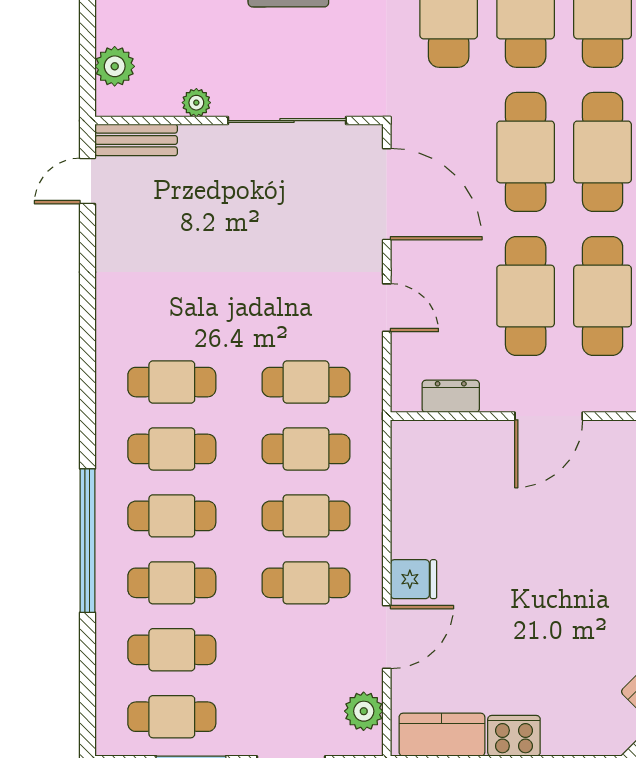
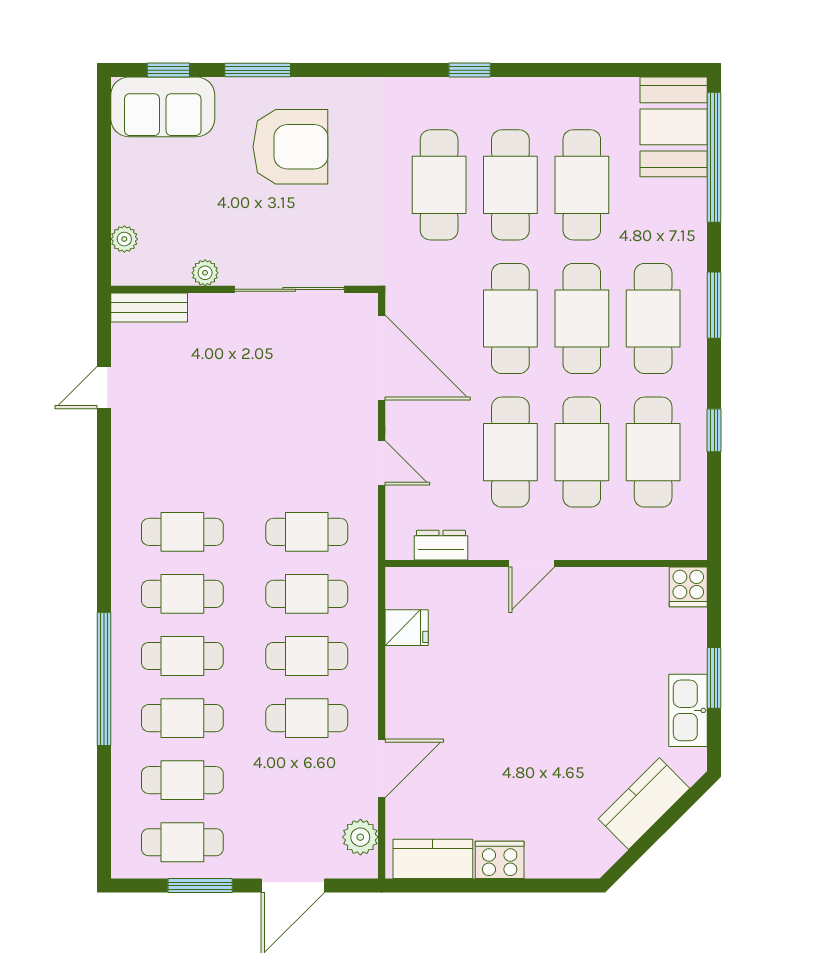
plant: (115, 66) -> (124, 239), width x0.73, depth x0.73
door: (87, 181) -> (104, 388), moved
door: (549, 416) -> (532, 563), width x0.73
fridge: (414, 579) -> (407, 628), moved

